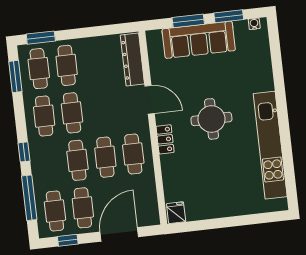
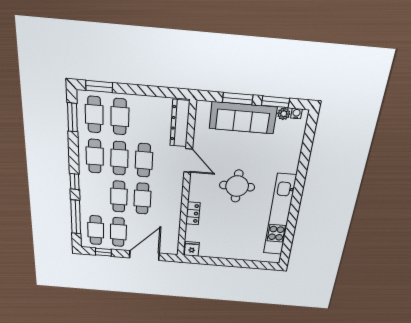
plant: (241, 27) -> (284, 114), added
locker: (165, 139) -> (193, 213), moved
cafe table: (133, 154) -> (144, 160), moved

